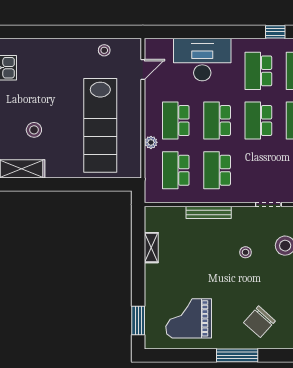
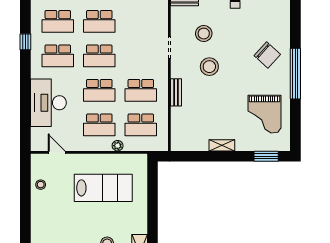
lab bench: (100, 125) -> (103, 188), width x0.73
bench: (209, 212) -> (176, 92), width x0.73
shelving: (151, 248) -> (222, 145), moved
stool: (246, 252) -> (209, 67), width x1.89, depth x1.89
window: (237, 355) -> (295, 74), width x1.46

